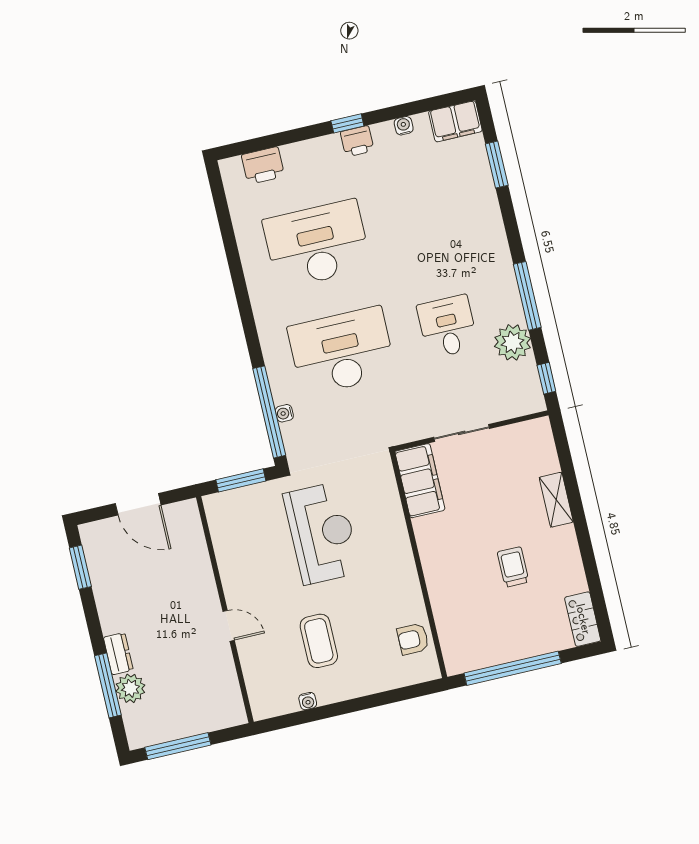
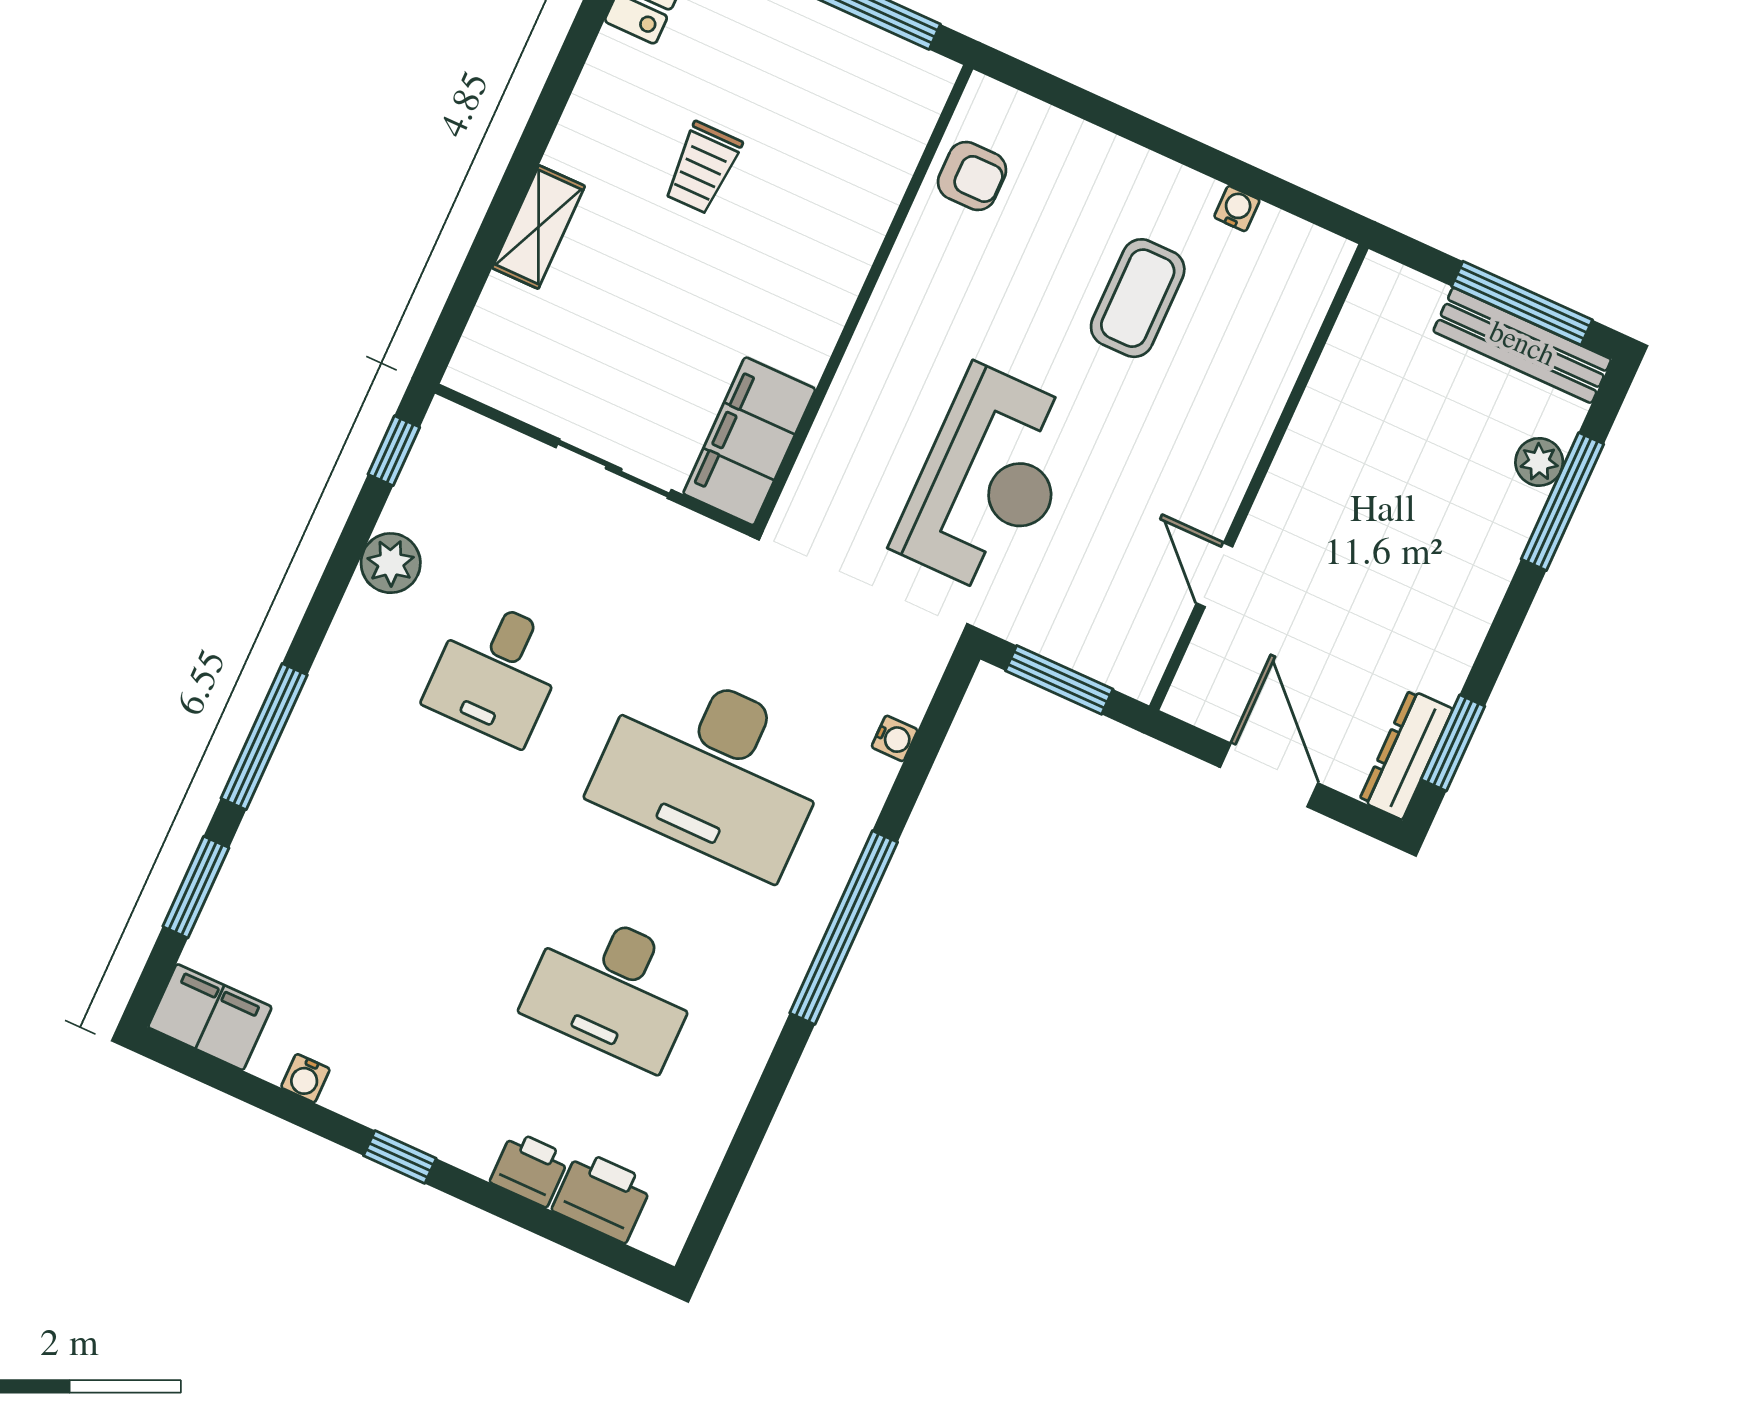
printer: (357, 141) -> (530, 1169), moved
desk: (317, 244) -> (613, 988), width x0.73, depth x0.77
window: (527, 296) -> (264, 737), moved
plant: (513, 342) -> (391, 563), width x0.73, depth x0.73
window: (269, 412) -> (844, 928), moved
reception desk: (322, 533) -> (989, 481), turned 180
door: (229, 626) -> (1214, 575), moved
dresser: (118, 654) -> (1406, 755), moved, width x1.44
plant: (130, 688) -> (1539, 462), width x0.73, depth x0.73
bench: (166, 731) -> (1522, 345), added

